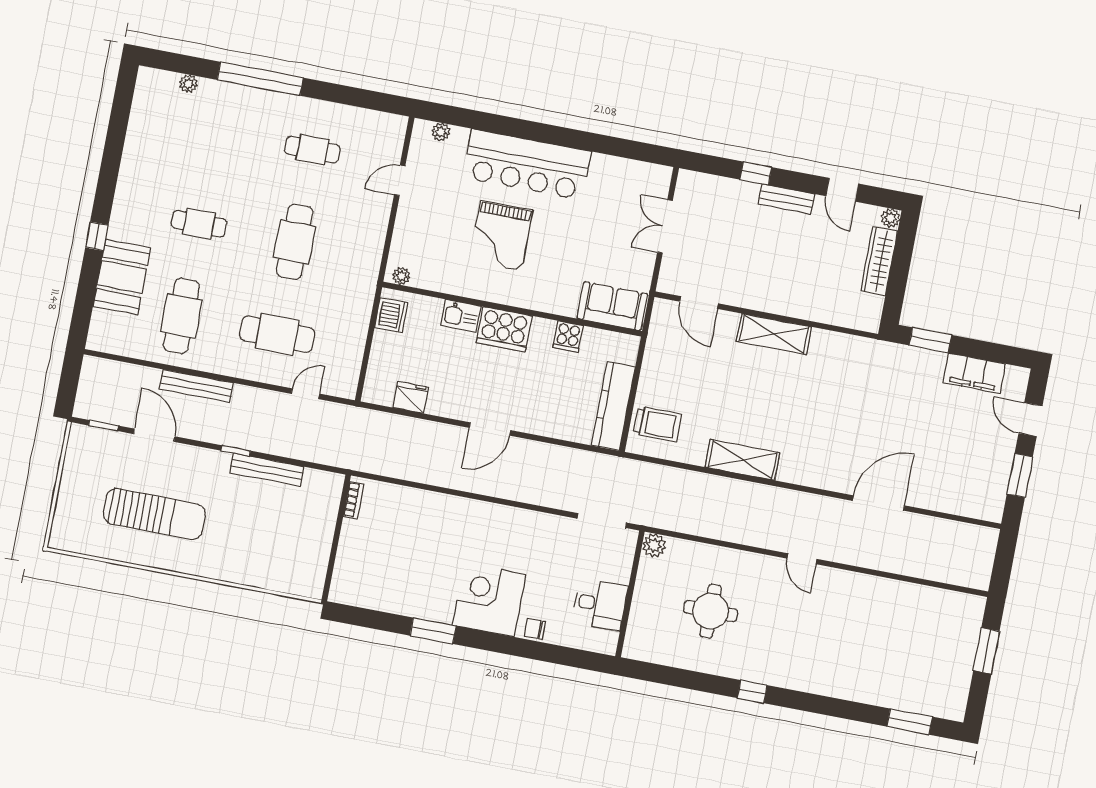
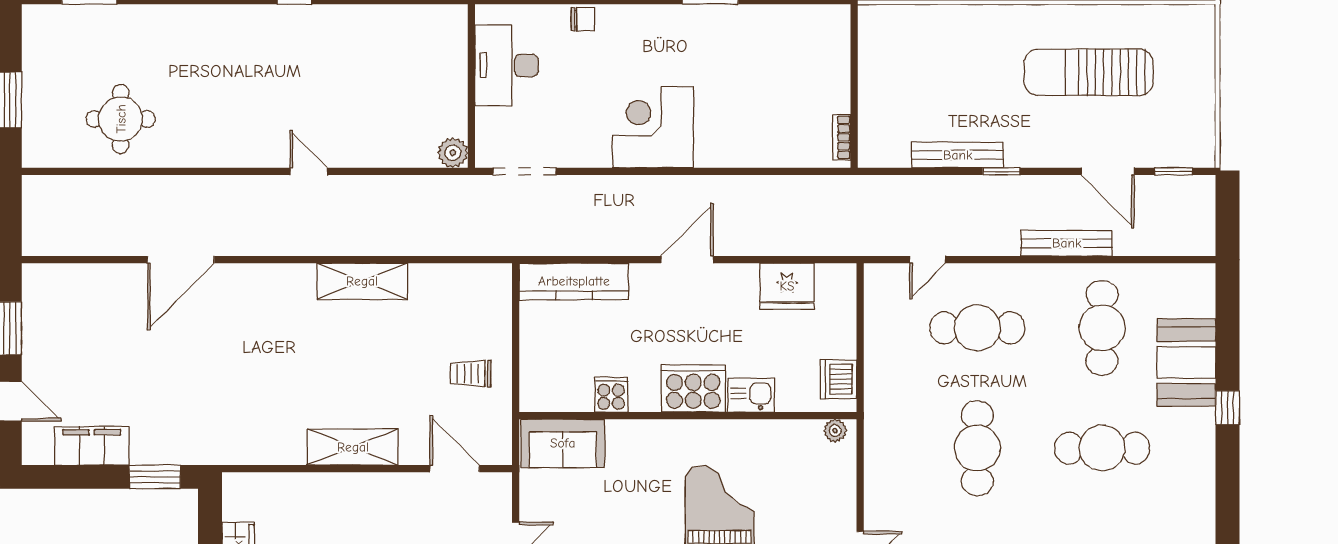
cafe table: (199, 224) -> (1102, 448), width x1.37, depth x1.35
fridge: (411, 397) -> (787, 286), width x1.36, depth x1.34
kitchen counter: (613, 406) -> (574, 281), moved, turned 90
trolley: (657, 424) -> (471, 374), moved, width x0.73, depth x0.72
door: (802, 559) -> (309, 171), moved
corner desk: (489, 600) -> (653, 127), moved, turned 180
desk: (600, 604) -> (507, 65), width x1.37
round table: (711, 611) -> (121, 119), moved

